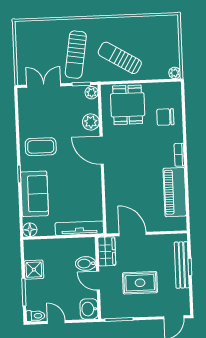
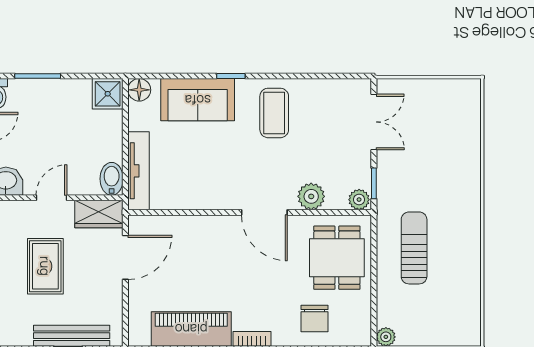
sun lounger: (76, 55) -> (422, 176), removed
sun lounger: (120, 58) -> (414, 248), turned -31
dining table: (128, 105) -> (337, 258), turned 90
chair: (165, 117) -> (314, 319), turned 180
door: (102, 150) -> (264, 212), swing flipped
bidet: (86, 264) -> (112, 179), moved
shower: (34, 270) -> (108, 94), moved

